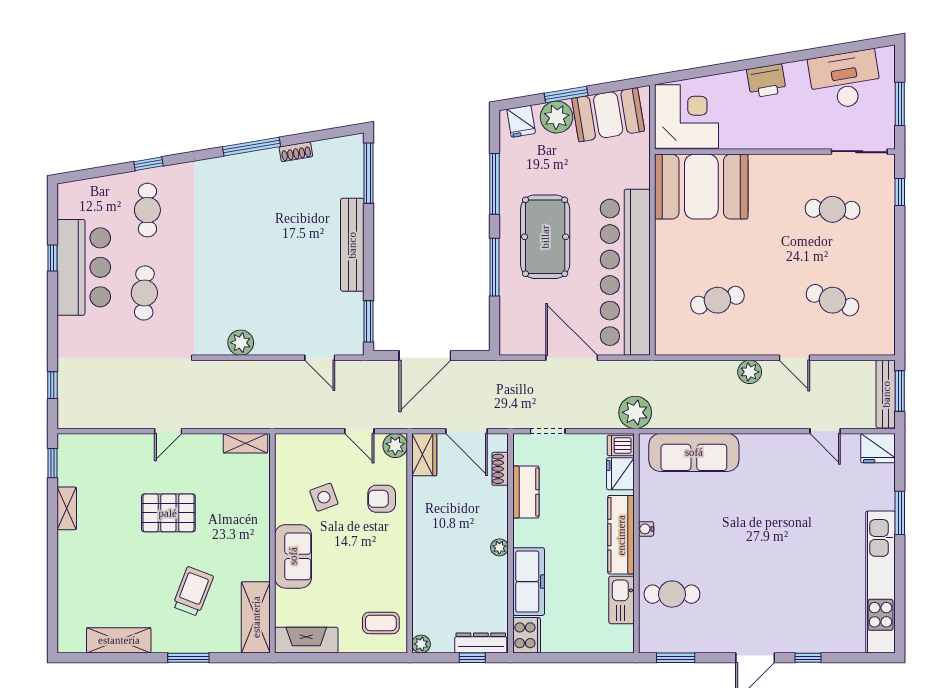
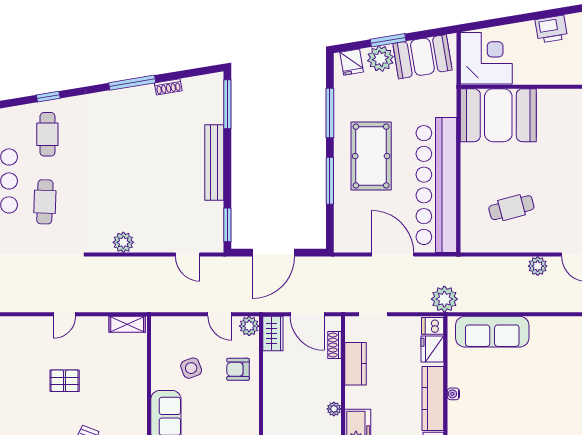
pallet: (168, 513) -> (65, 381), width x0.67, depth x0.71

